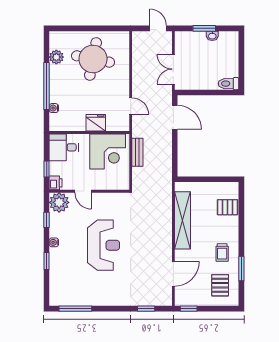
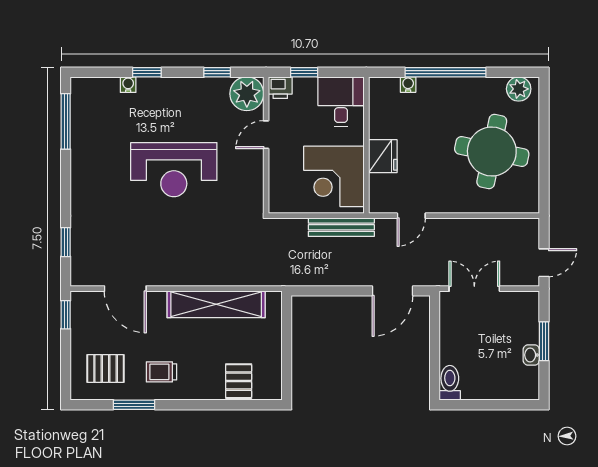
plant: (56, 57) -> (519, 89), moved
bench: (137, 152) -> (341, 227), width x1.36
water cooler: (54, 242) -> (128, 85), moved

